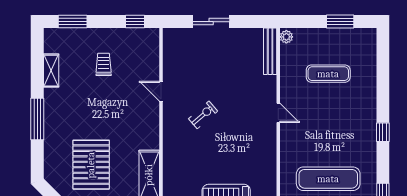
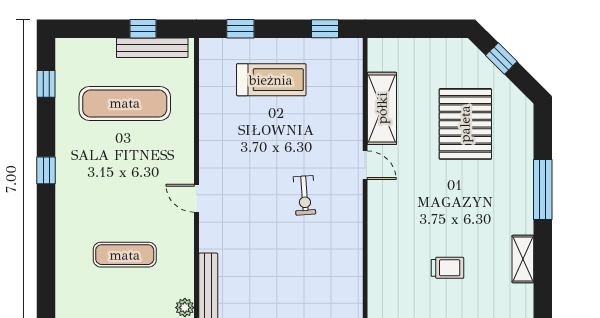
trolley: (104, 64) -> (447, 268), turned -90
door: (161, 91) -> (365, 165), moved
exercise bike: (203, 115) -> (304, 195), turned -53

